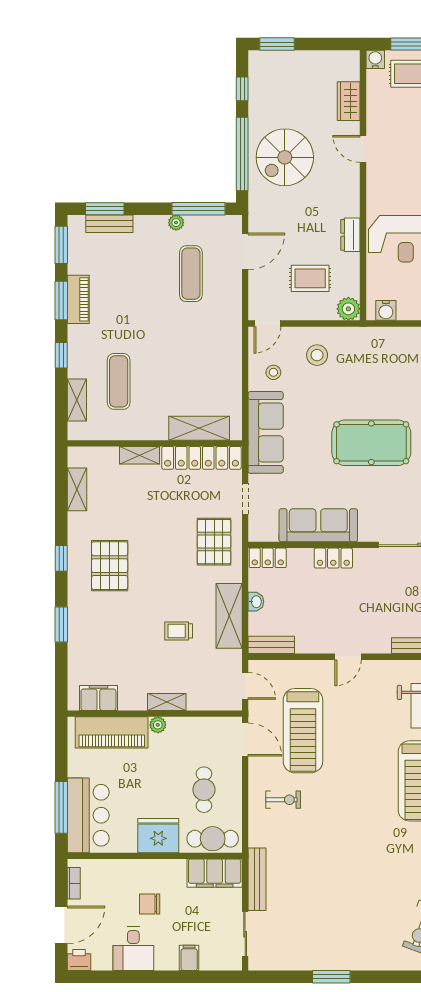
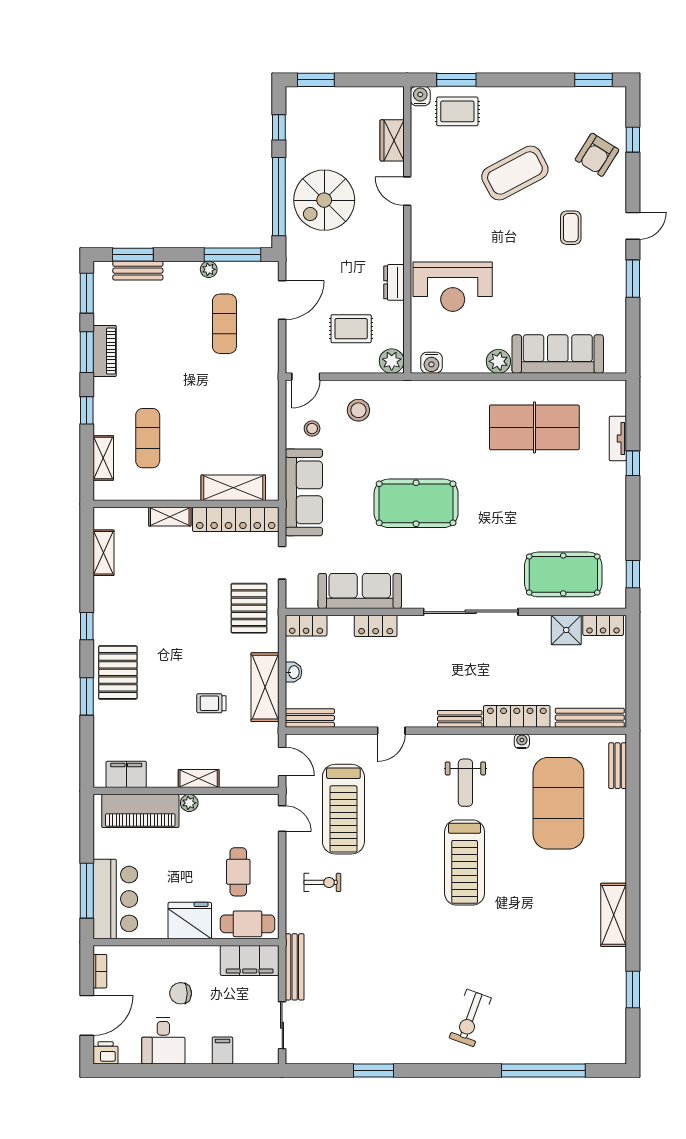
pallet: (110, 566) -> (118, 672), moved
door: (245, 740) -> (282, 819), width x0.73

